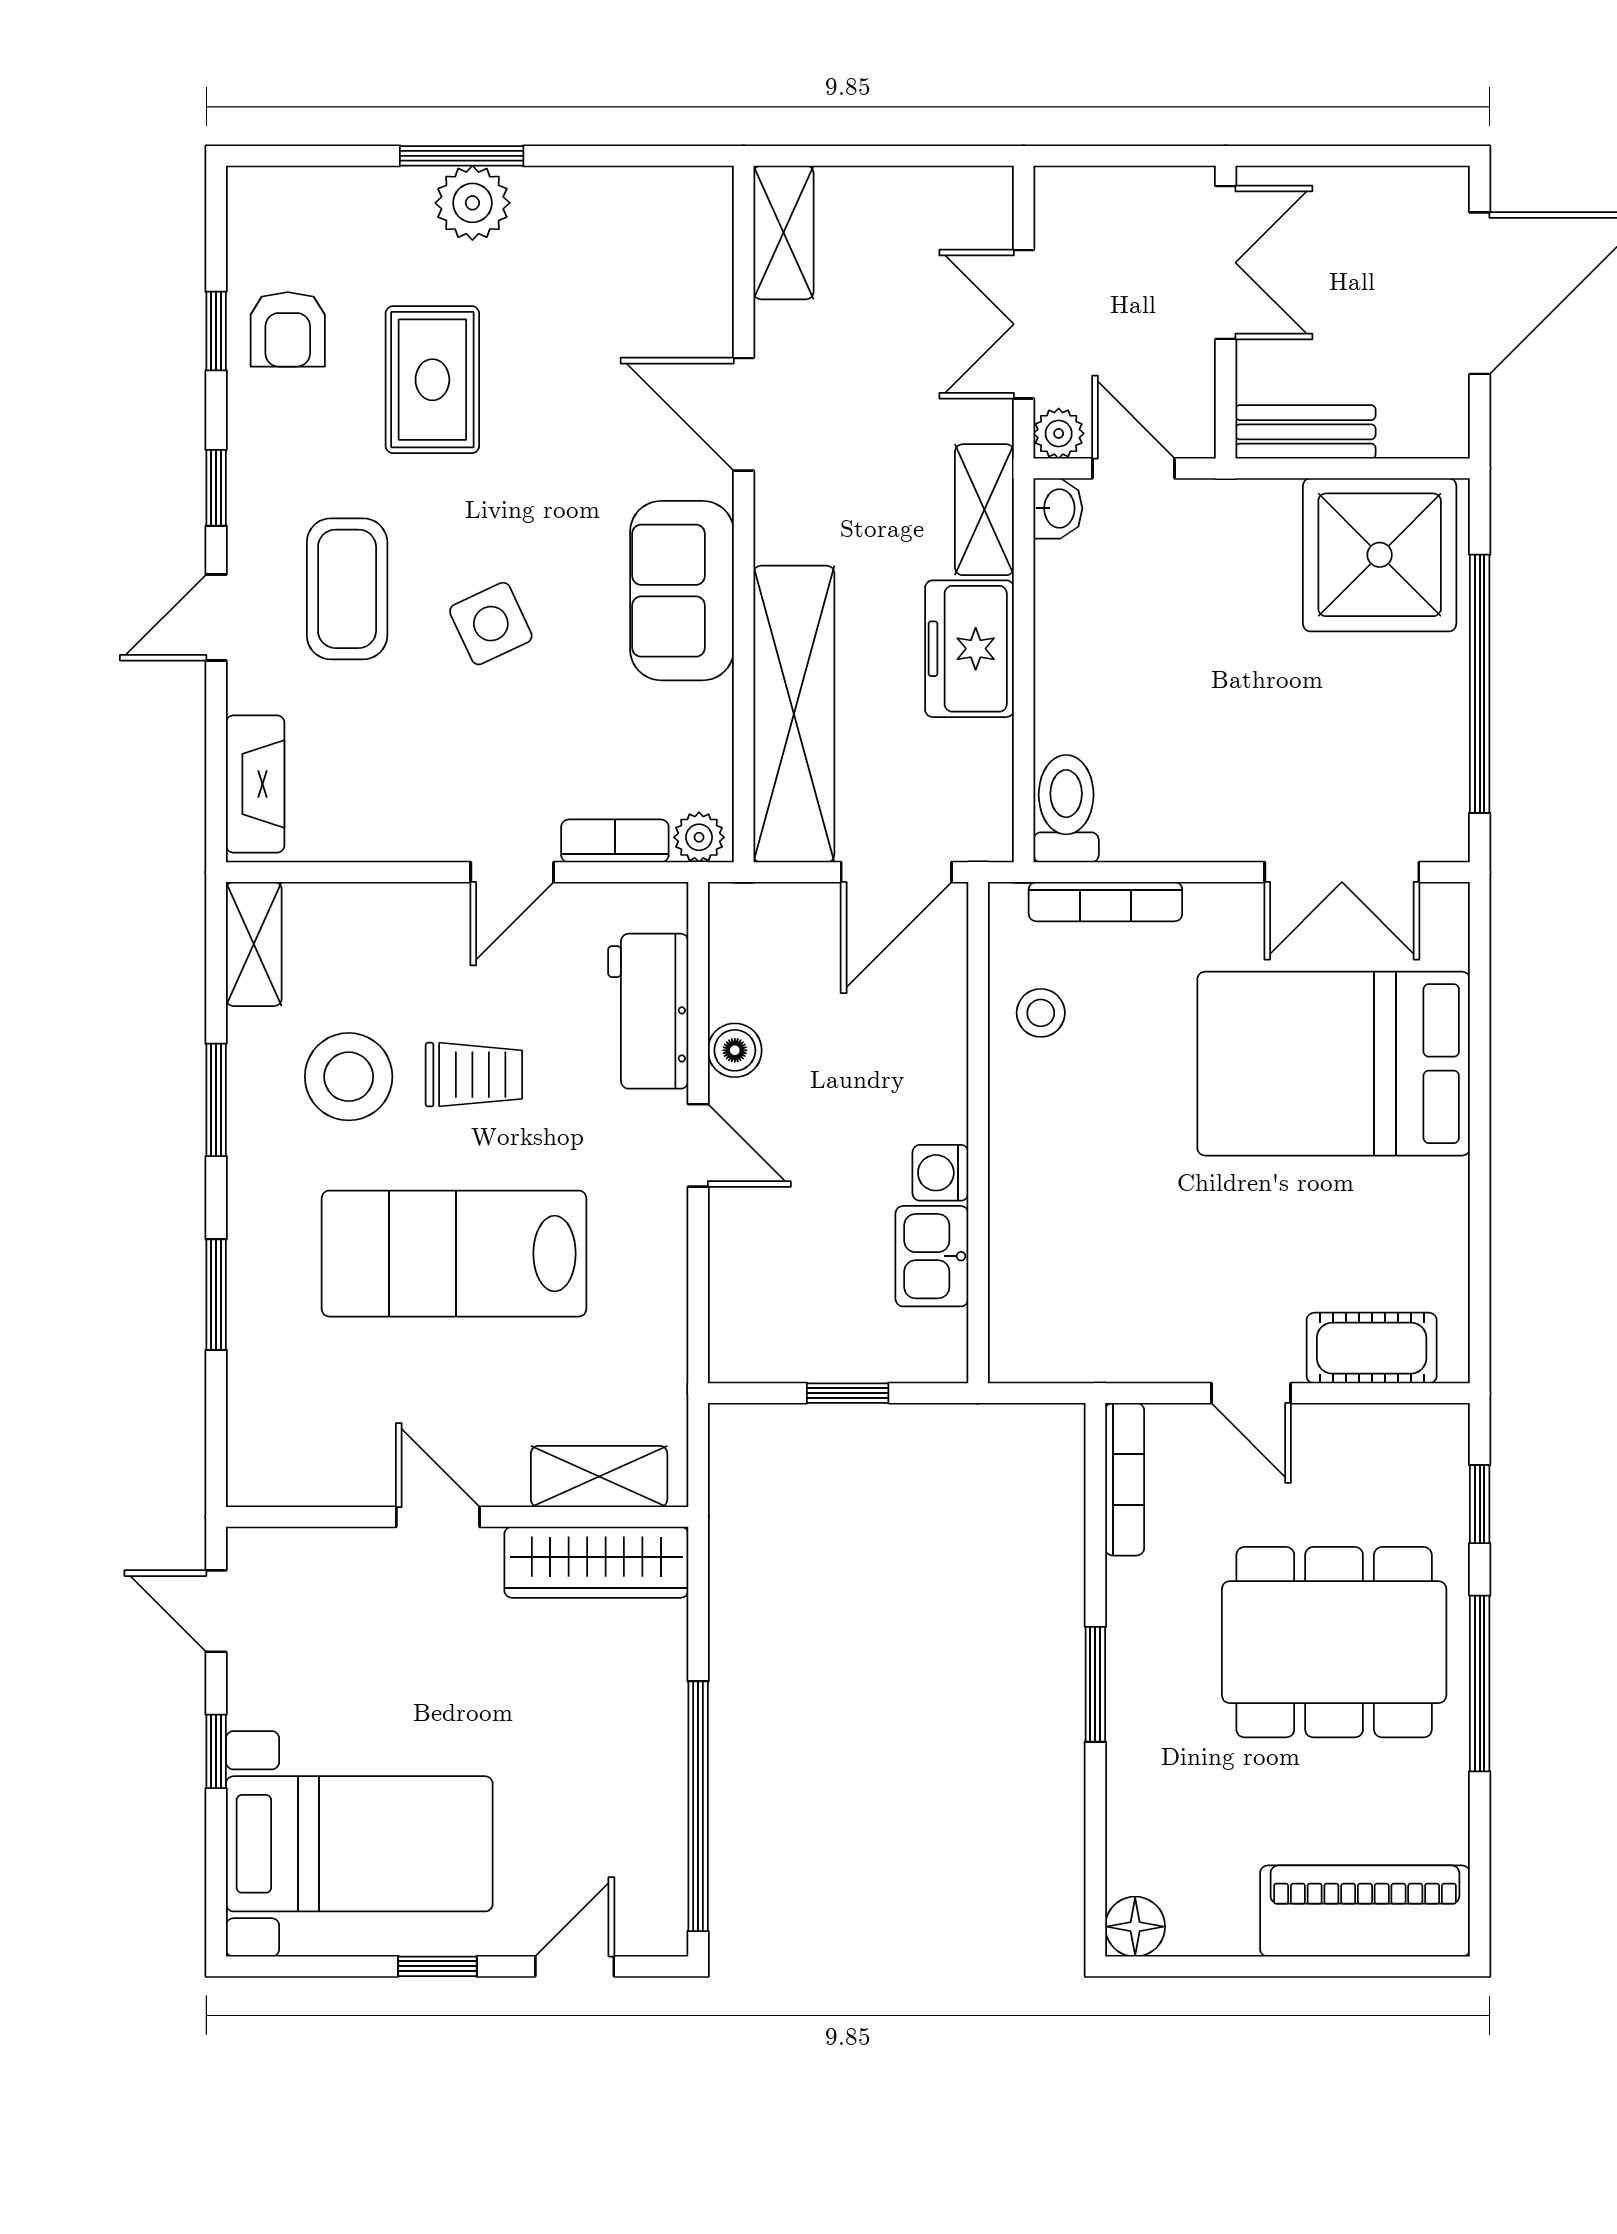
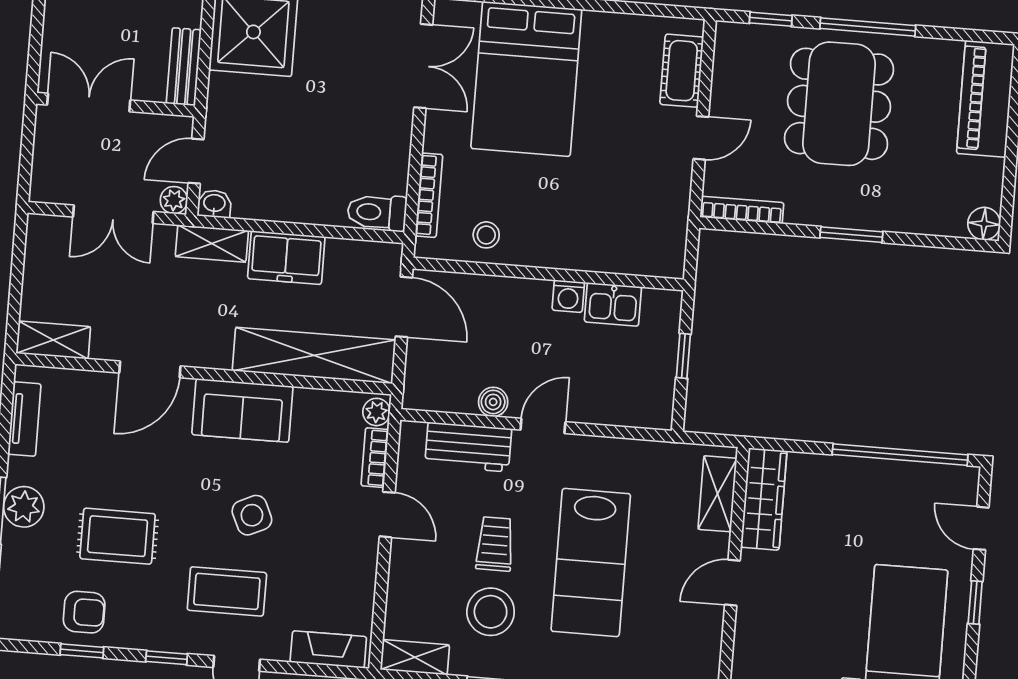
tv unit: (634, 191) -> (24, 419), added

